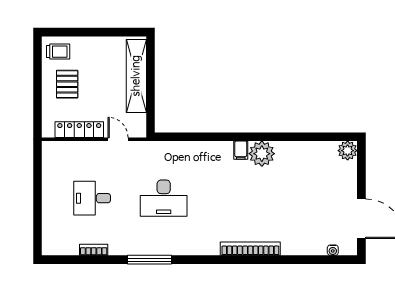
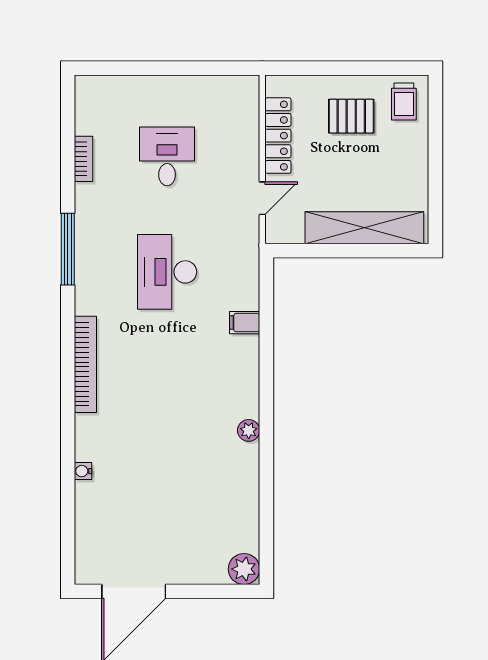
filing cabinet: (241, 150) -> (245, 323), moved
plant: (262, 154) -> (249, 430), width x0.53, depth x0.53
bookcase: (250, 249) -> (85, 364), moved
water cooler: (333, 250) -> (83, 471), moved

